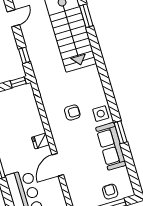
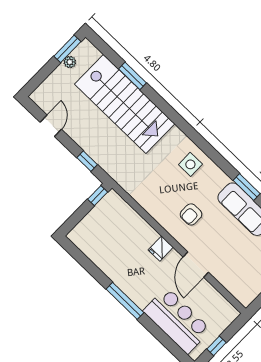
armchair: (72, 113) -> (191, 214), moved, turned 180
side table: (101, 114) -> (190, 164), moved

